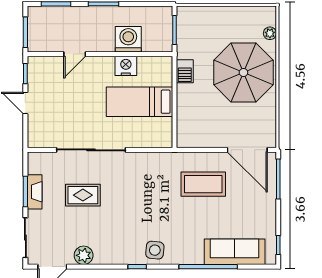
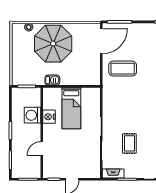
door: (75, 54) -> (42, 149), swing flipped
coffee table: (203, 184) -> (123, 69), turned 90
fireplace: (35, 192) -> (113, 173), moved

